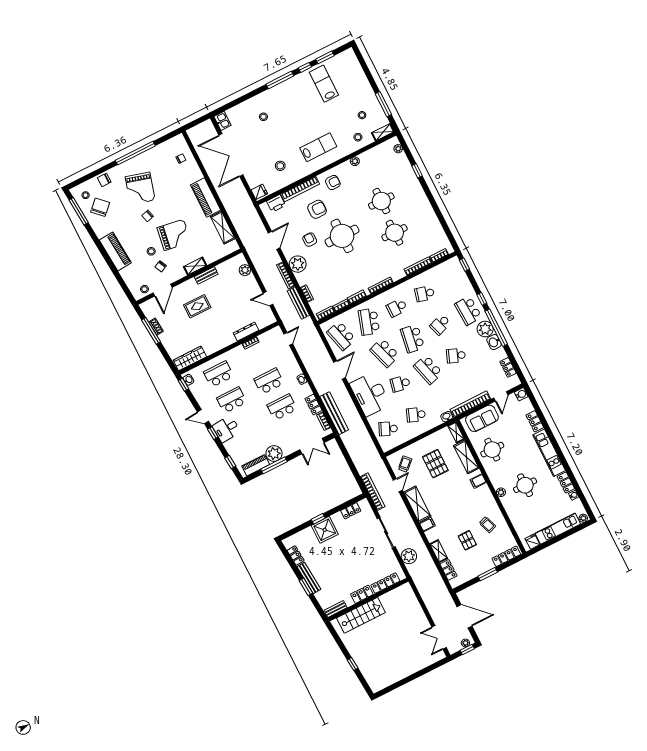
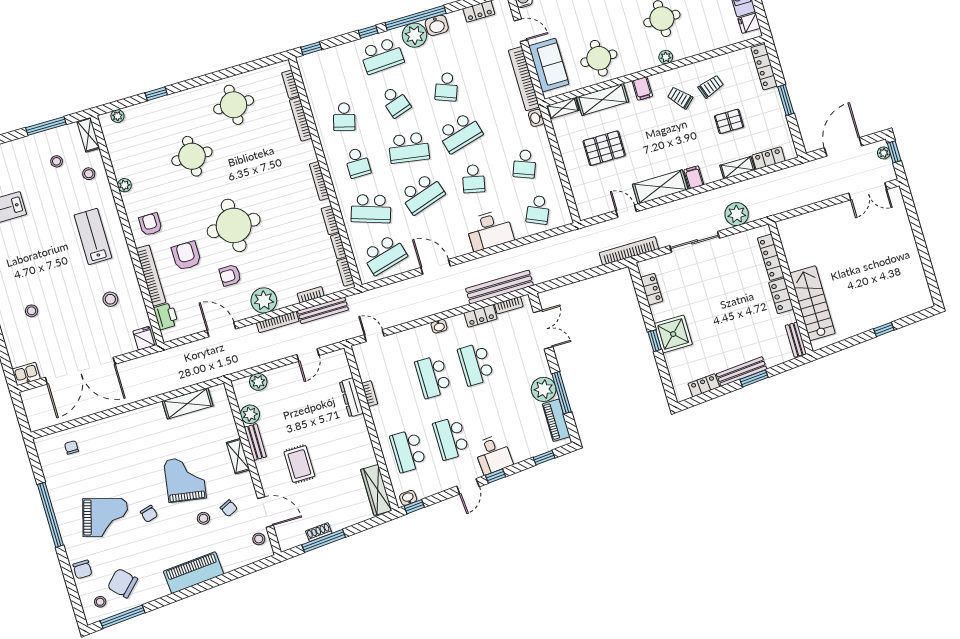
piano: (206, 197) -> (137, 421), removed
round table: (395, 233) -> (234, 105), moved
plant: (223, 269) -> (250, 414), added
desk: (370, 394) -> (490, 230), width x0.73, depth x0.77
trolley: (405, 464) -> (680, 98), moved

